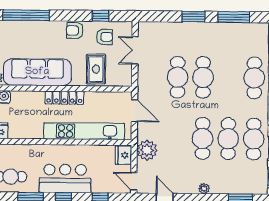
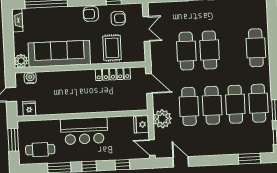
double door: (135, 50) -> (146, 29), swing flipped
locker: (64, 98) -> (113, 74), moved
kitchen unit: (84, 131) -> (104, 105), removed
cafe table: (177, 138) -> (189, 106), added
bar counter: (65, 179) -> (84, 131), moved, turned 180
plant: (204, 189) -> (216, 151), removed

